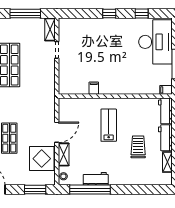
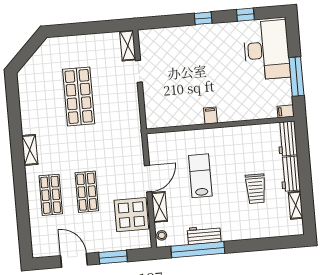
window: (25, 14) -> (94, 28), removed
filing cabinet: (94, 88) -> (210, 116), moved
lab bench: (109, 125) -> (200, 176), moved
trolley: (138, 147) -> (256, 189), turned 180
window: (35, 190) -> (113, 257), moved

